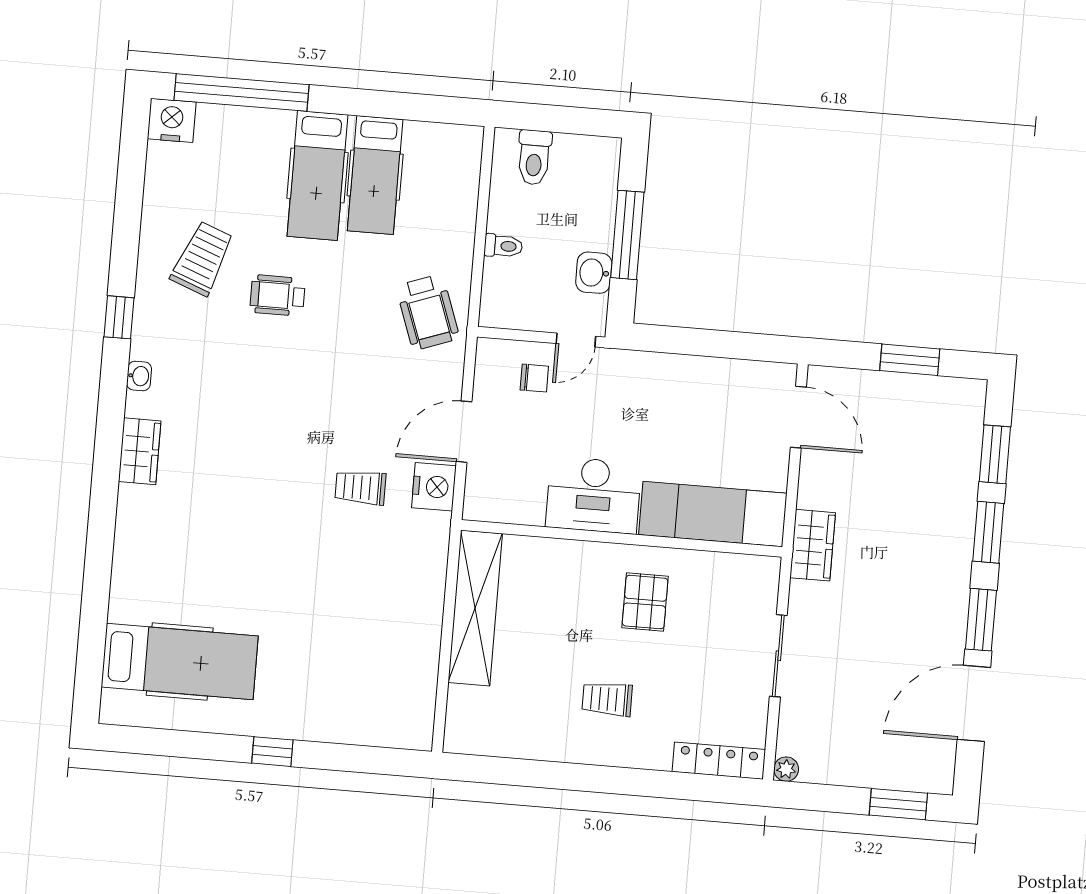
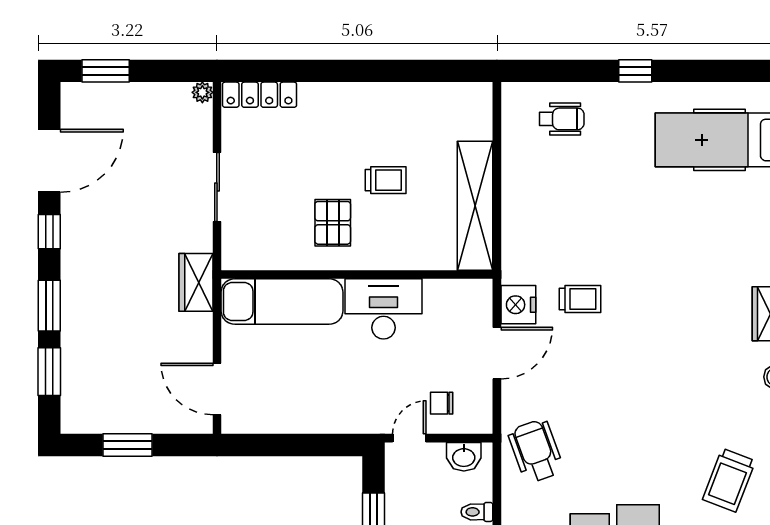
washbasin: (594, 273) -> (464, 457), moved, turned 90
wheelchair: (278, 295) -> (562, 119), moved
window: (981, 620) -> (49, 232), width x0.67
trolley: (607, 699) -> (386, 180), moved

